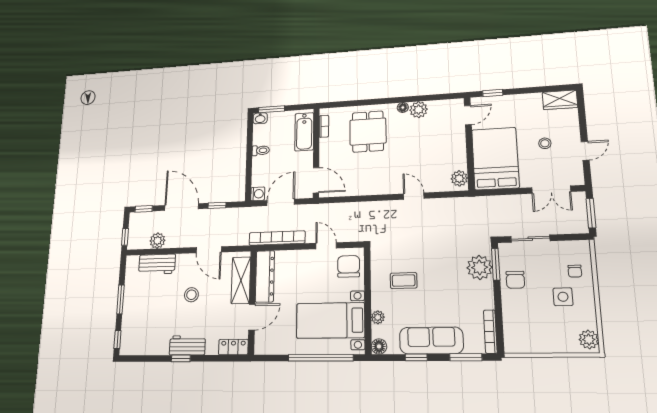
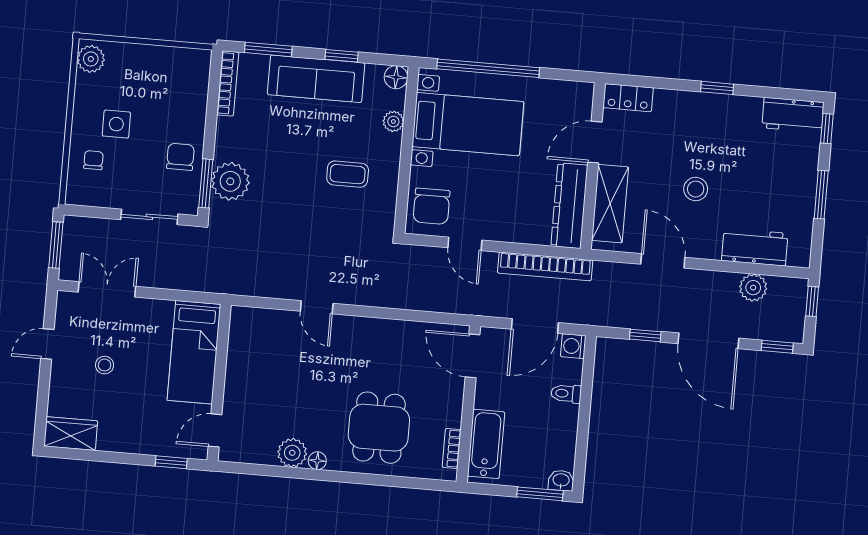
toilet: (261, 150) -> (566, 394), moved
bed: (495, 159) -> (194, 352), width x0.67
plant: (459, 178) -> (242, 327), removed
workbench: (187, 345) -> (793, 115), moved

